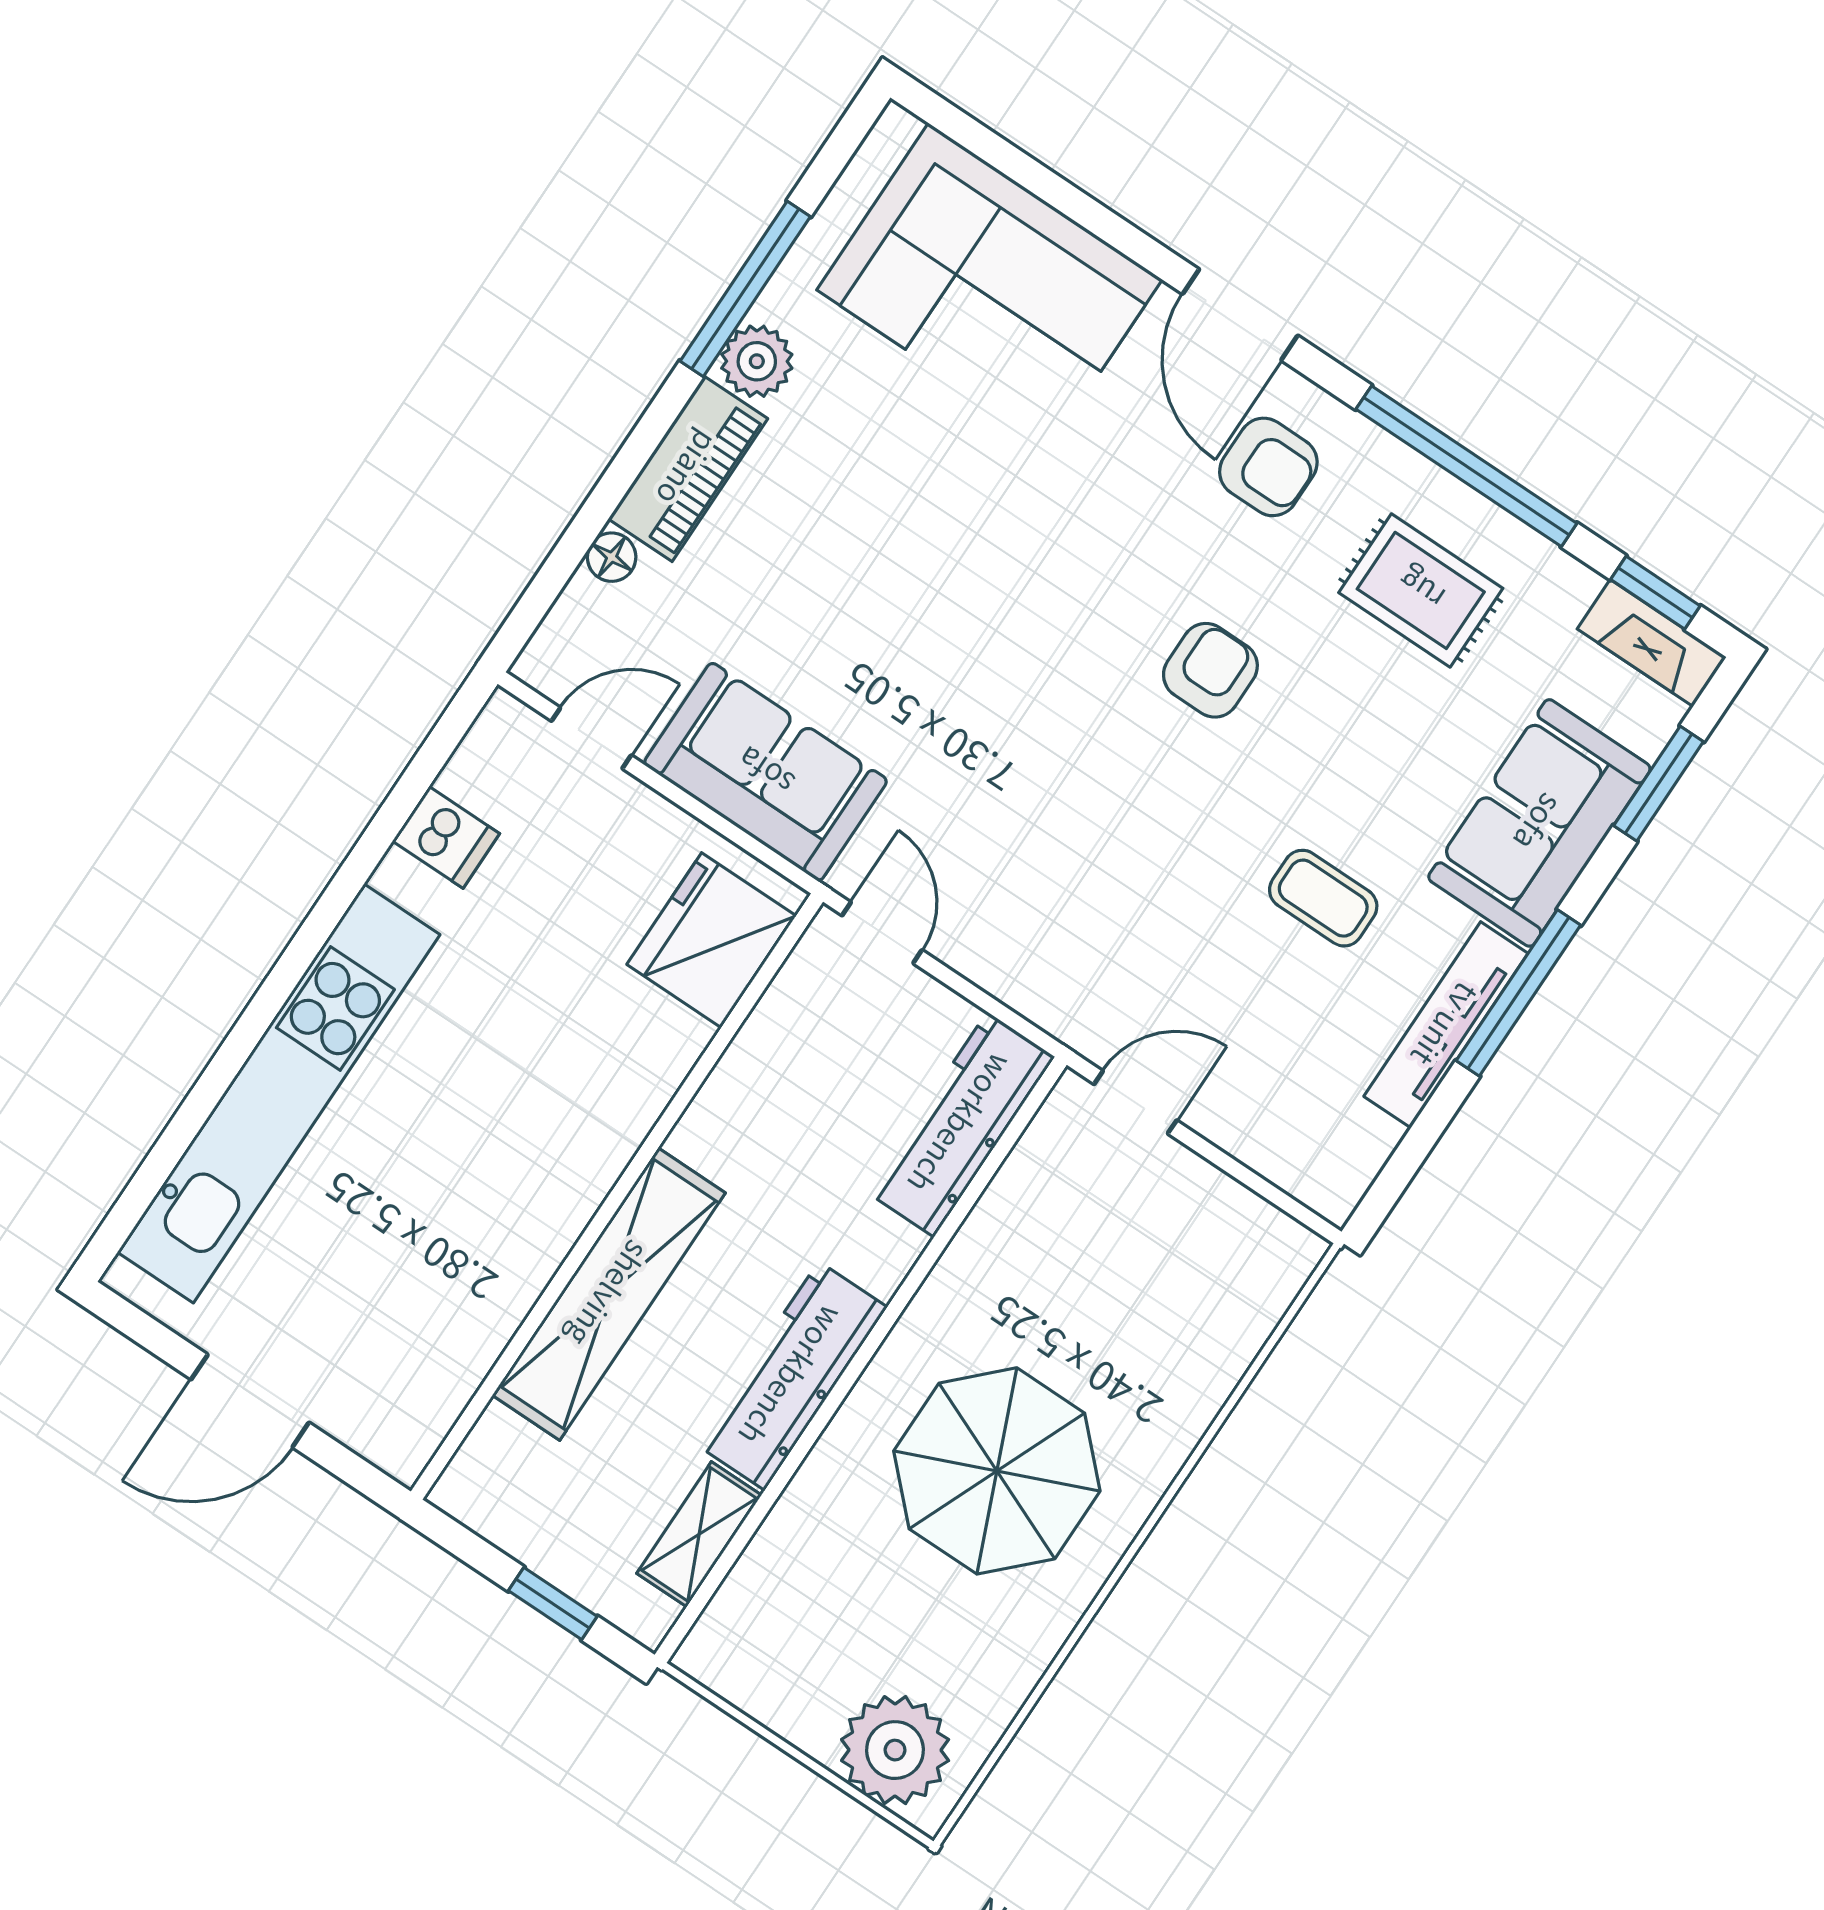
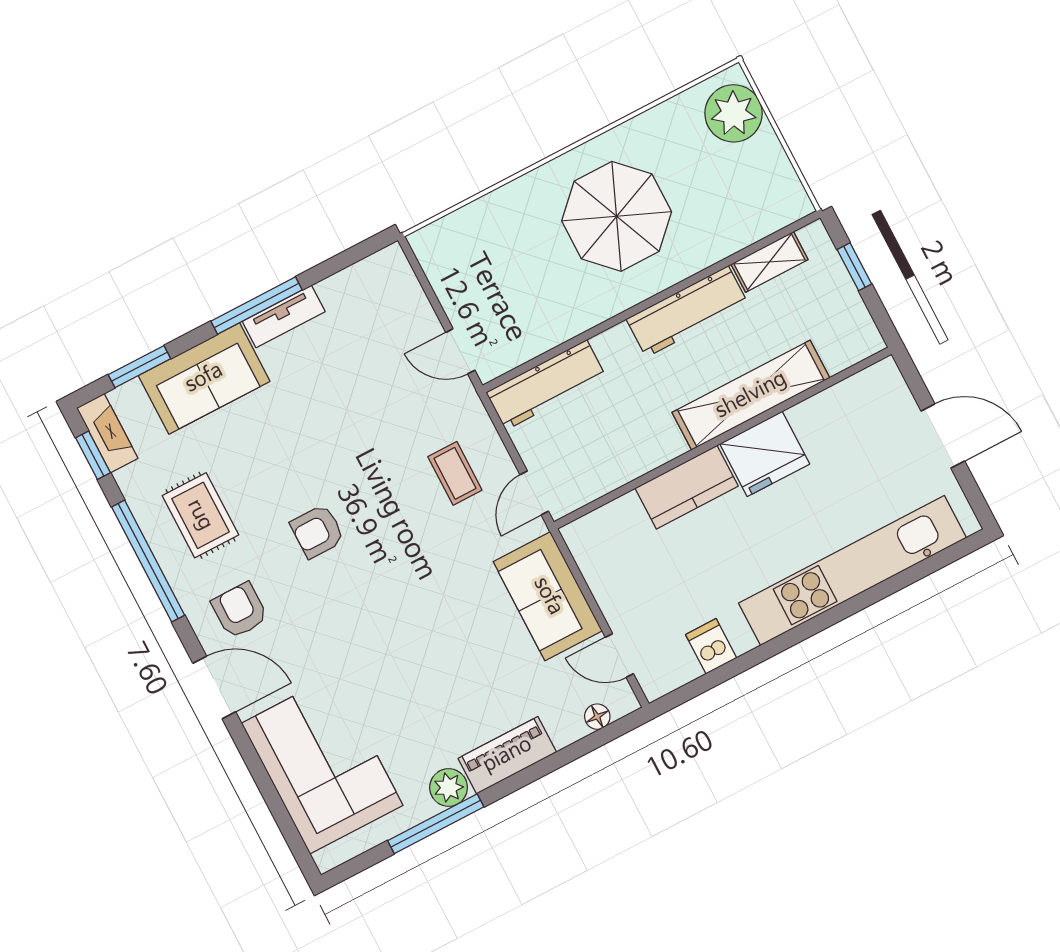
door: (1240, 315) -> (214, 688), hinge flipped
floor lamp: (612, 557) -> (597, 717), moved
coffee table: (1323, 898) -> (455, 473), moved
fridge: (711, 940) -> (765, 454), moved
tv unit: (1446, 1025) -> (284, 316), width x0.71
kitchen counter: (632, 1081) -> (687, 487), added

